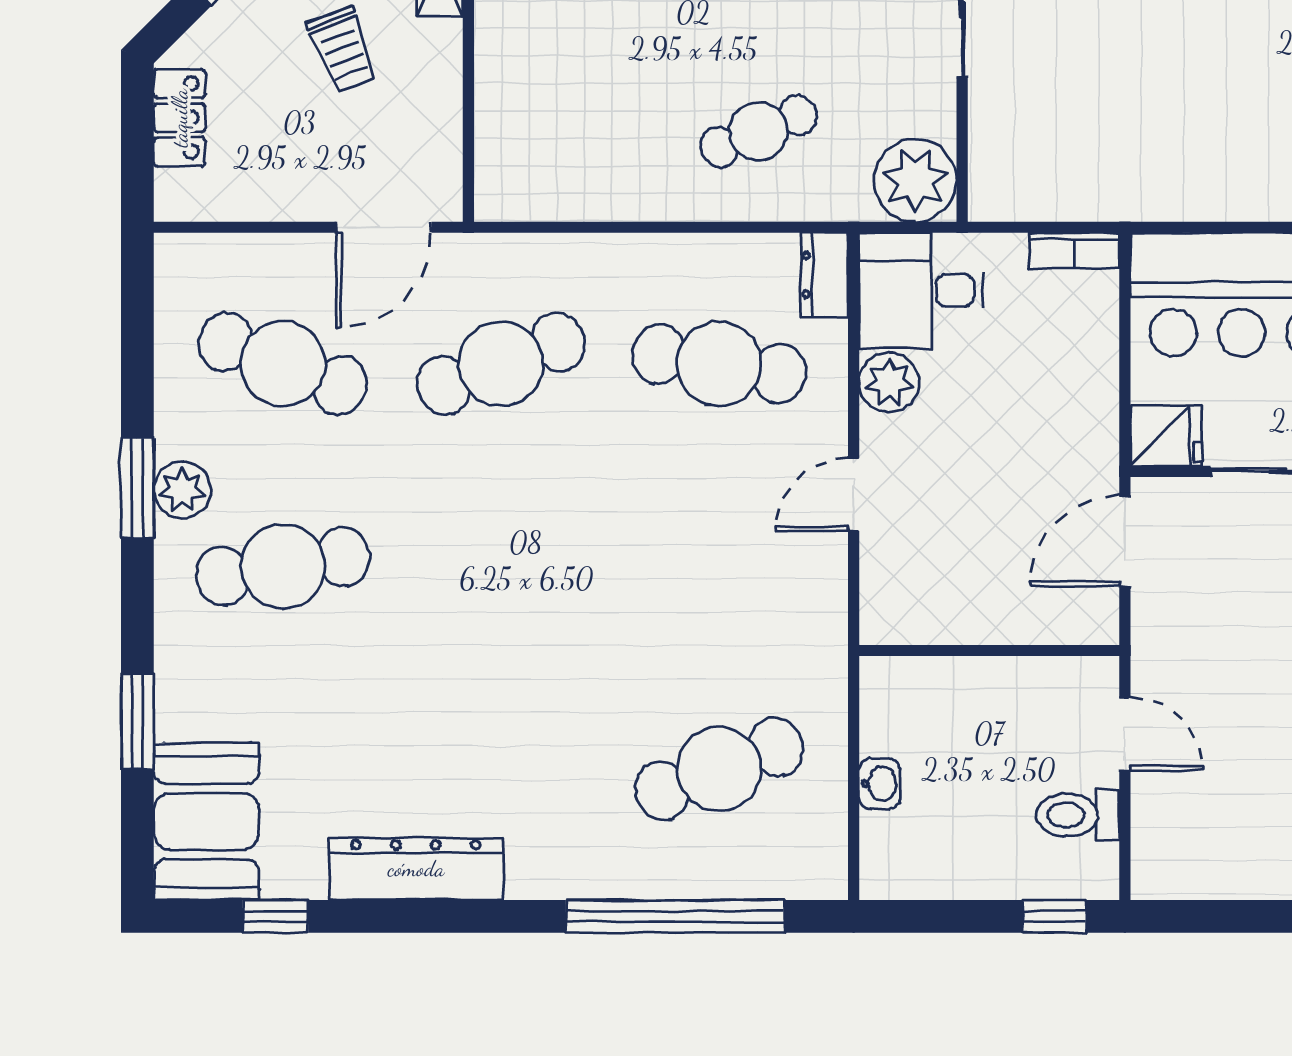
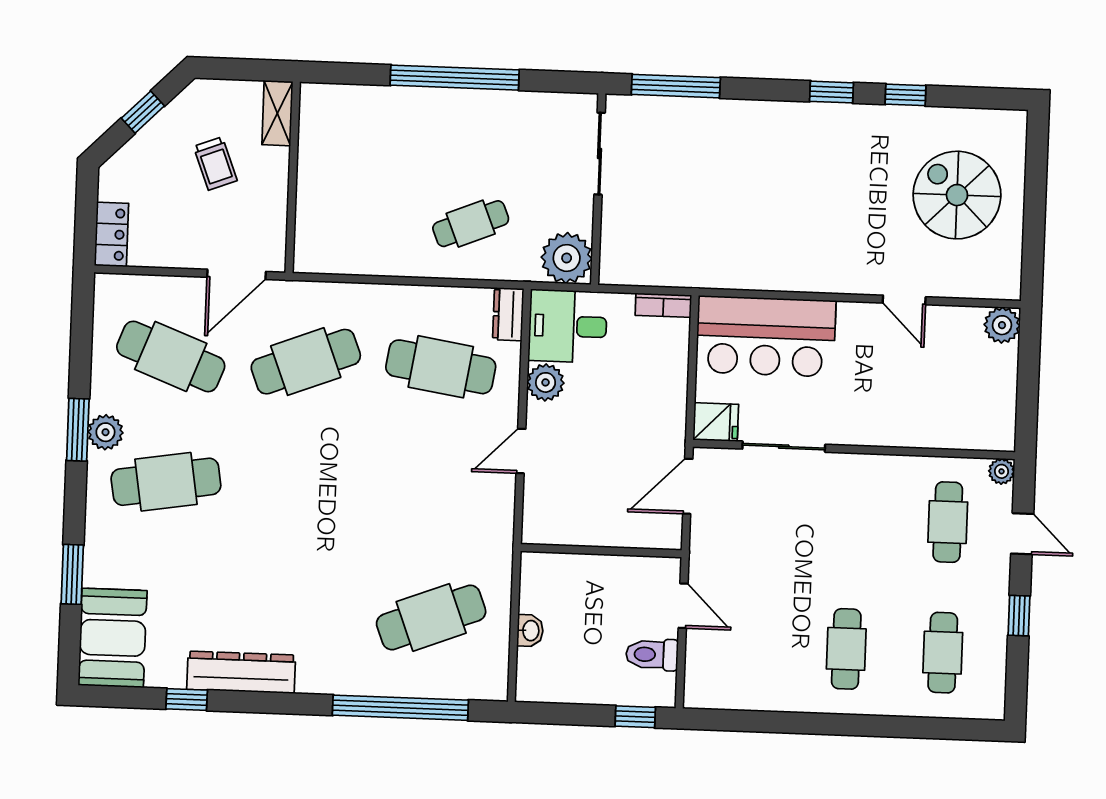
locker: (180, 118) -> (111, 234), moved
window: (275, 916) -> (187, 699), moved

